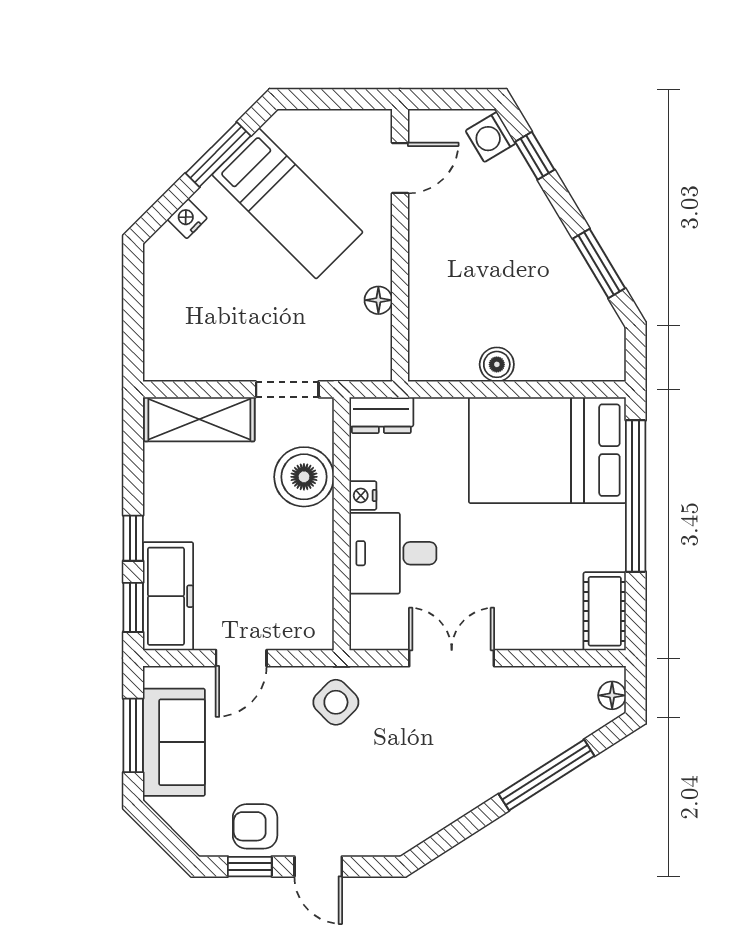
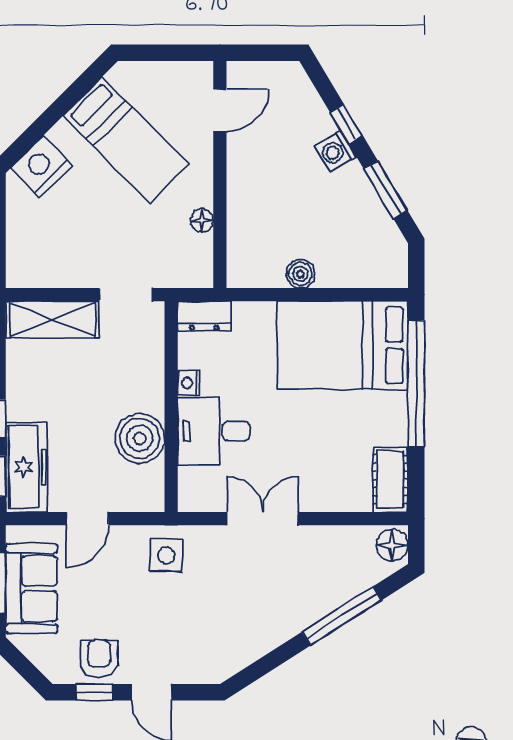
washing machine: (491, 137) -> (335, 151), moved
window: (218, 154) -> (68, 99), removed
window: (535, 156) -> (346, 124), moved
nightstand: (187, 219) -> (41, 167), width x1.89, depth x1.79
boiler: (304, 477) -> (140, 438), moved
floor lamp: (612, 695) -> (392, 545), width x1.37, depth x1.37
side table: (336, 702) -> (166, 555), turned 45
armchair: (255, 826) -> (99, 659), turned 90

